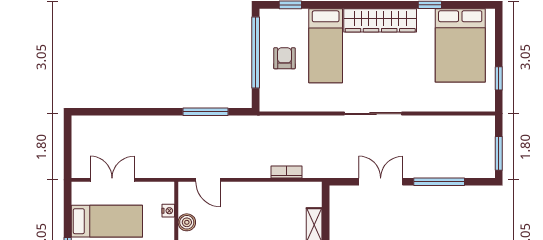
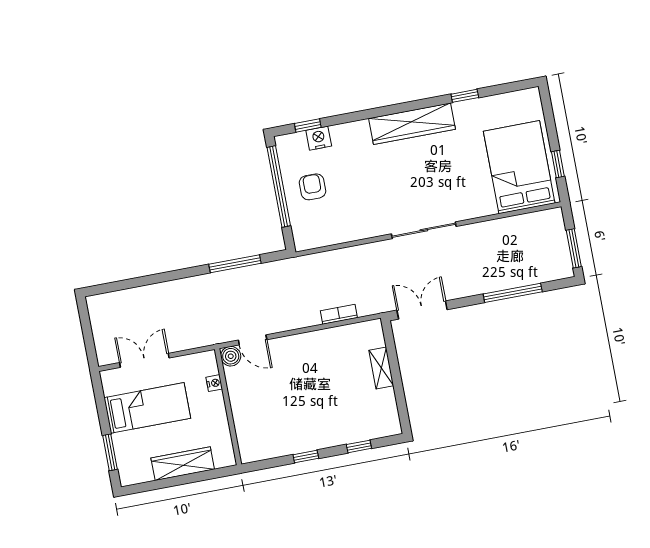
nightstand: (298, 17) -> (319, 138), added
bed: (460, 45) -> (519, 167), moved, turned 180
bed: (326, 46) -> (356, 164), removed
double door: (381, 182) -> (422, 310), moved
boiler: (187, 222) -> (231, 356), moved

